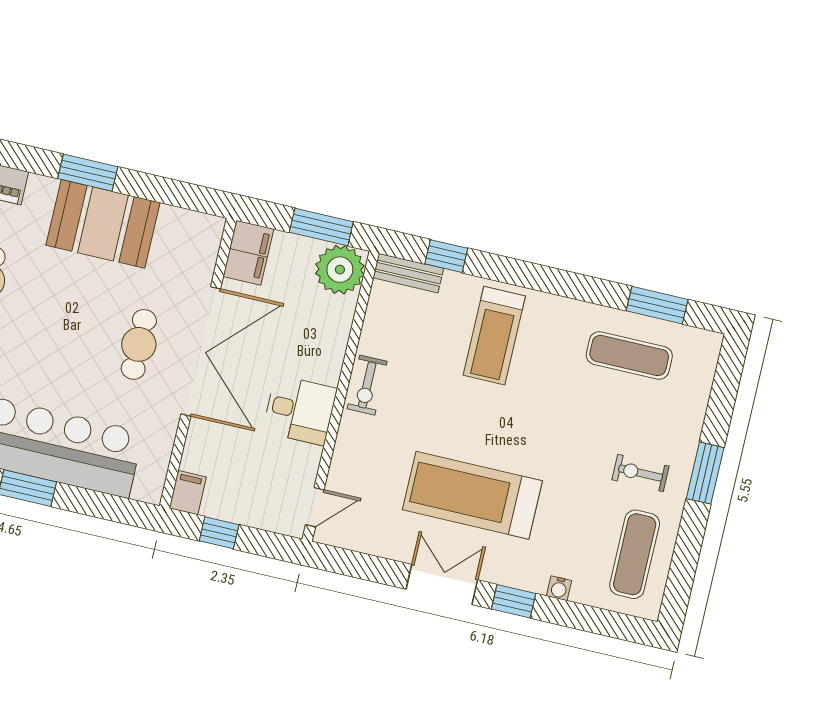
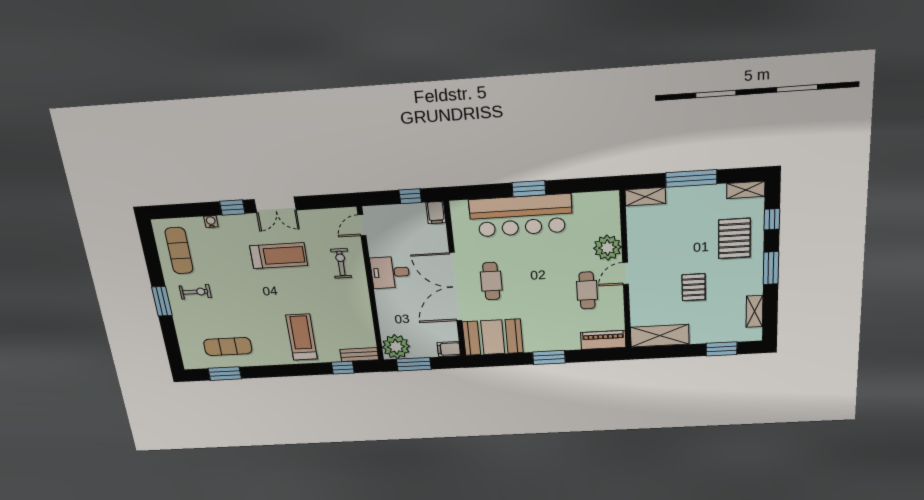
booth: (103, 224) -> (493, 337), moved
filing cabinet: (248, 253) -> (449, 349), width x0.50
exercise bike: (367, 385) -> (341, 263), moved
treadmill: (472, 495) -> (279, 256), width x0.73, depth x0.73

